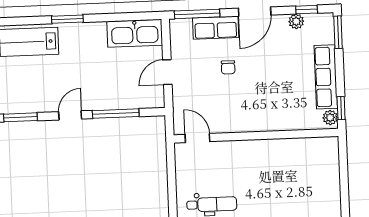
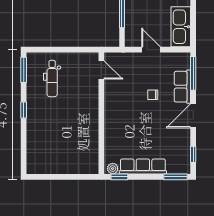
door: (255, 12) -> (193, 116), hinge flipped
plant: (296, 21) -> (185, 146), removed
door: (197, 138) -> (101, 70), hinge flipped

